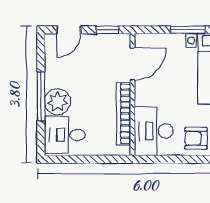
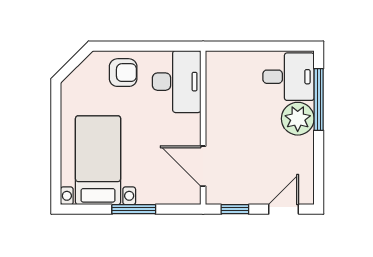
door: (133, 64) -> (203, 166), hinge flipped
window: (41, 96) -> (319, 100), moved
bookcase: (124, 114) -> (214, 103), removed

